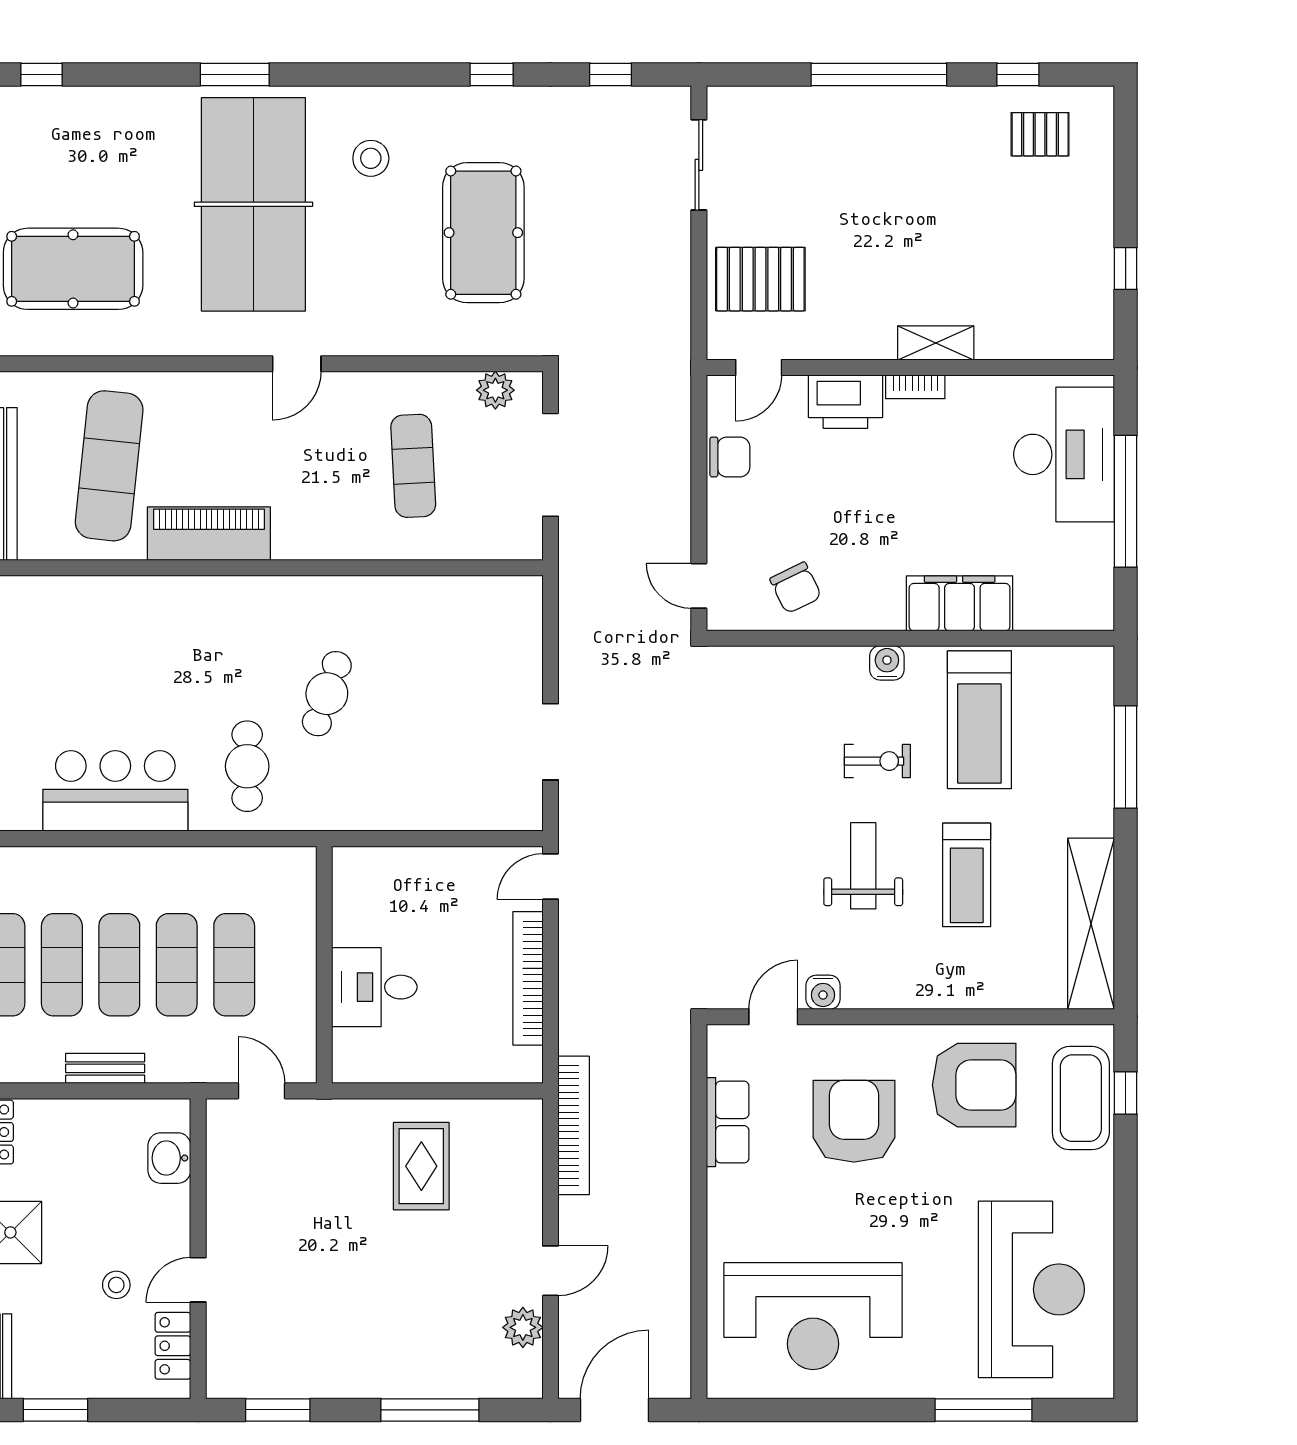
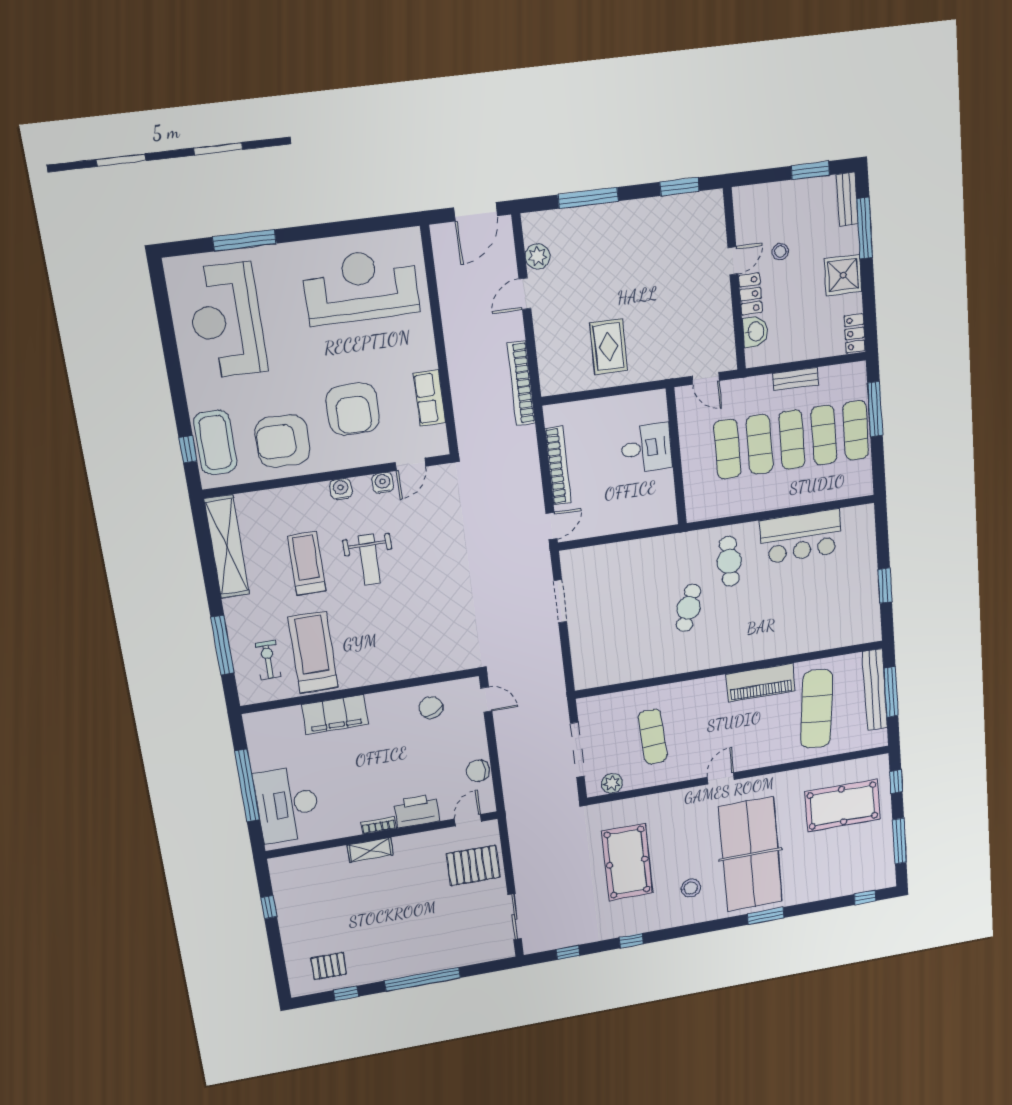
water cooler: (887, 663) -> (341, 489), moved, turned 180
exercise bike: (877, 761) -> (268, 660), moved, turned 90
locker: (173, 1346) -> (750, 294), moved

